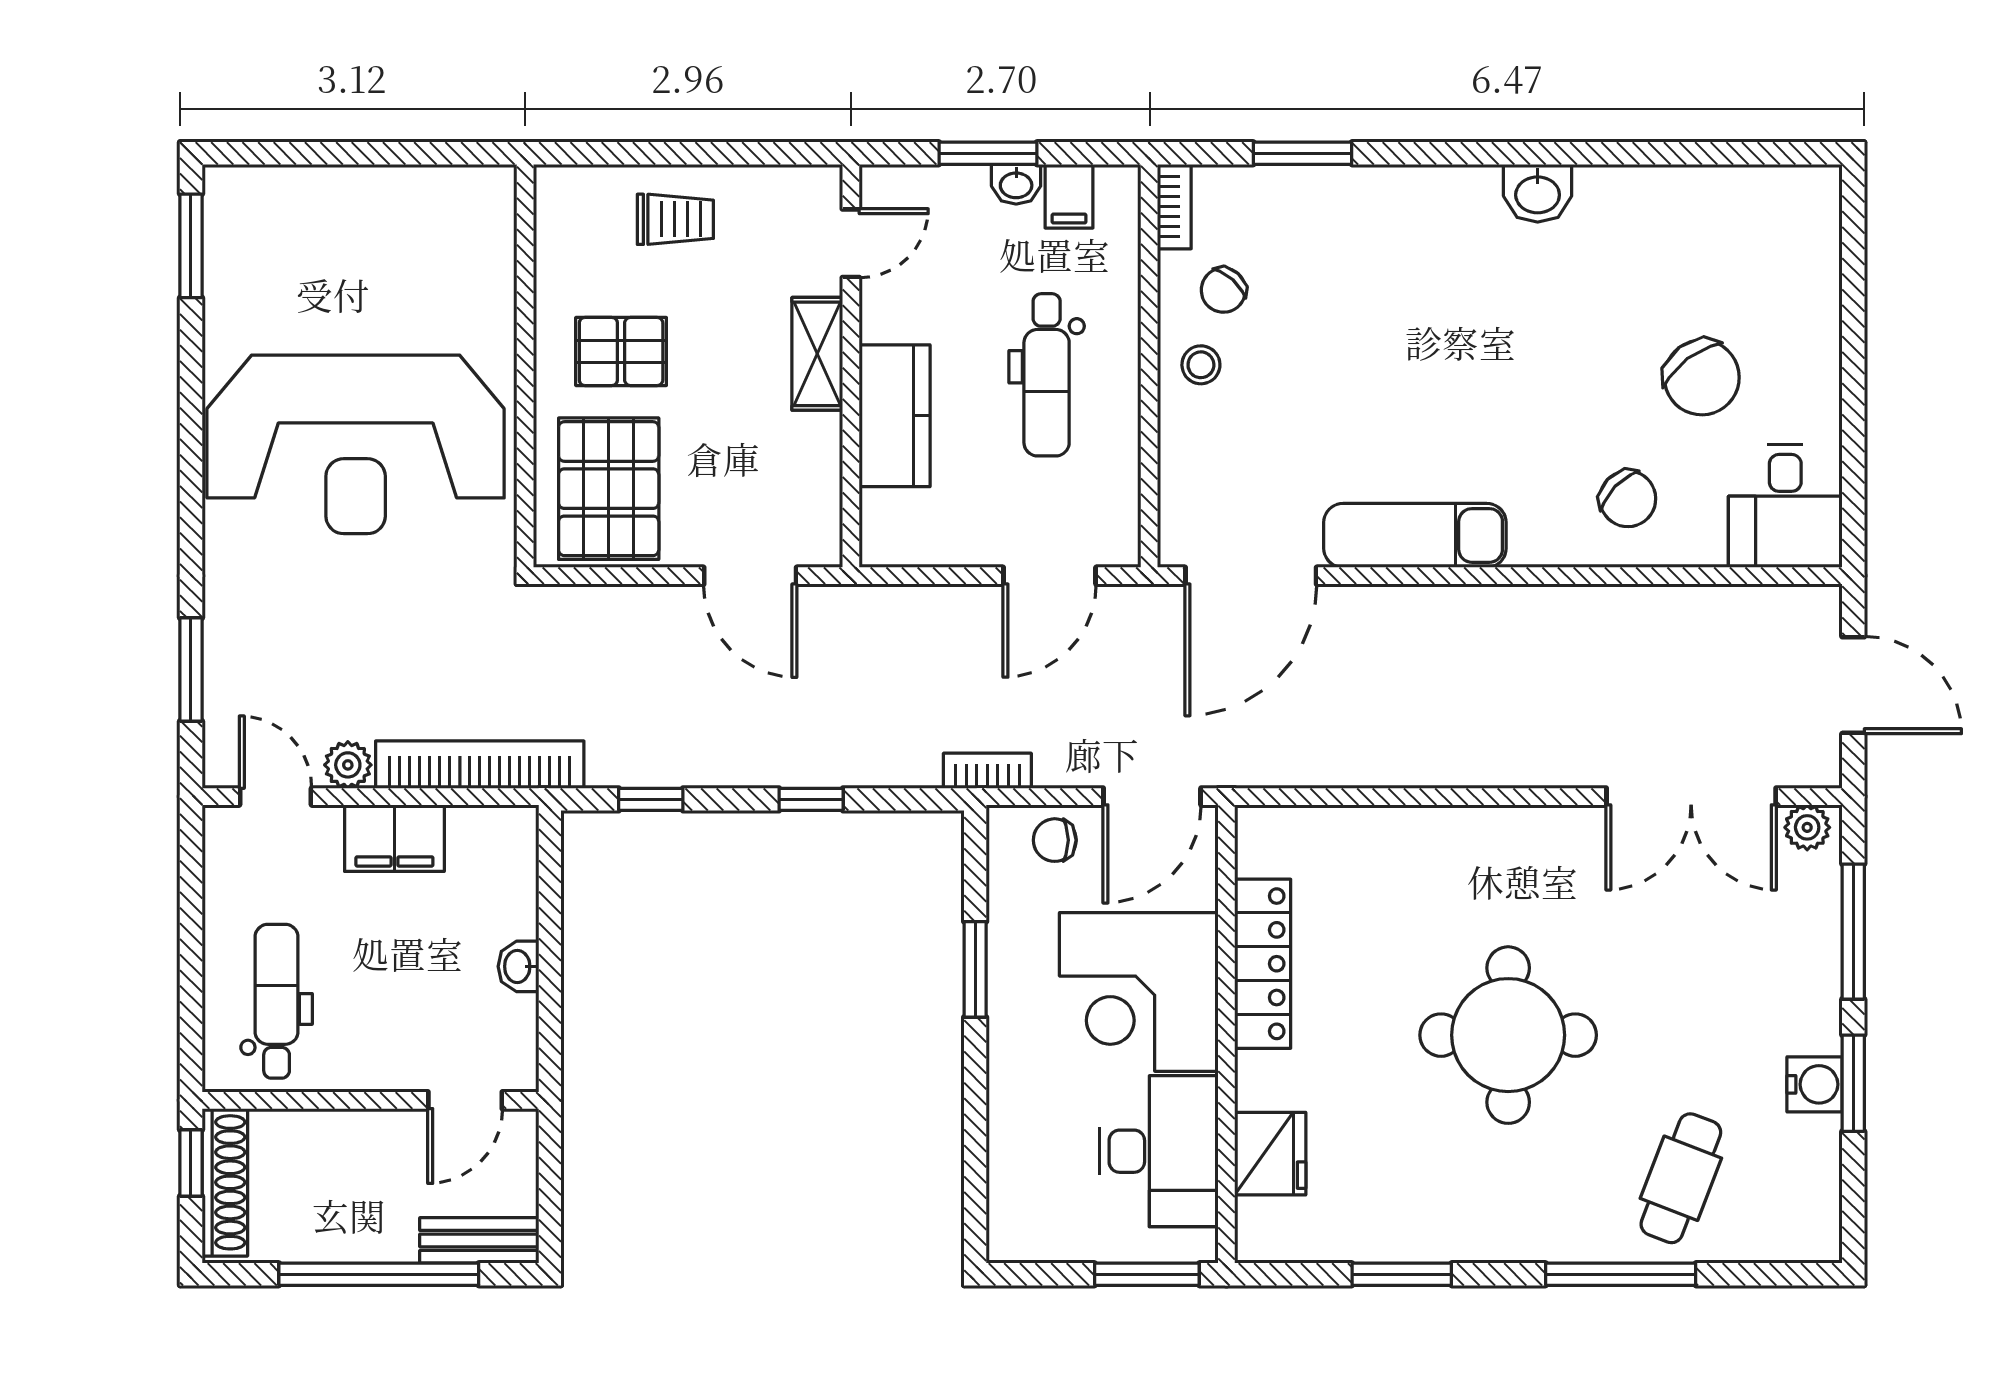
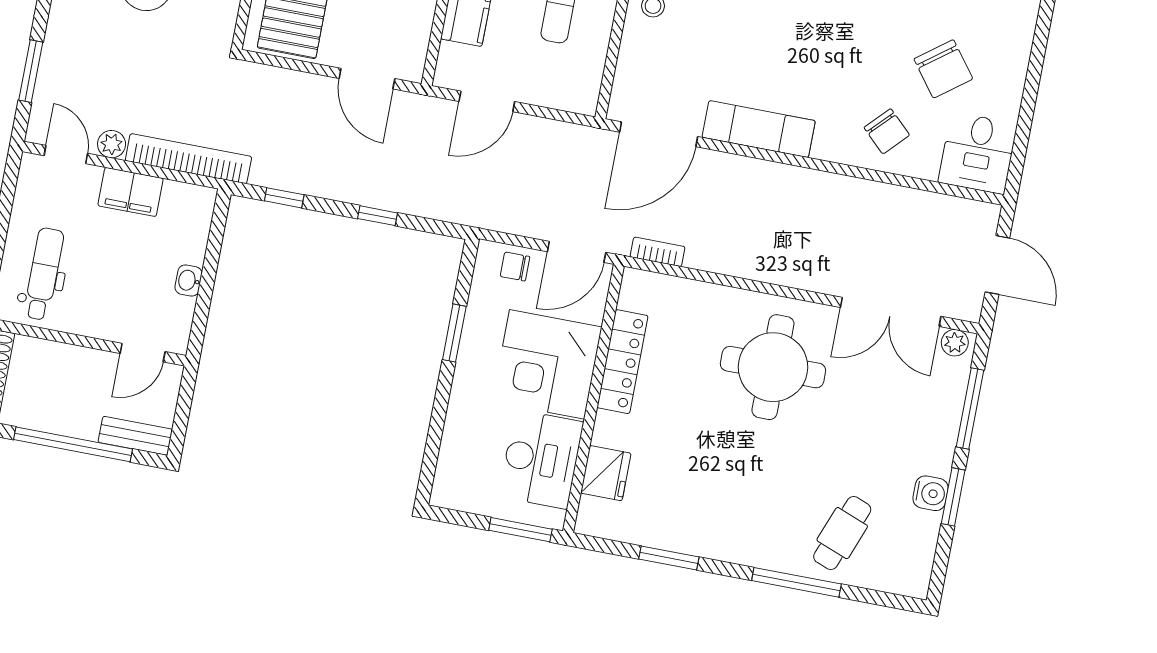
door: (1050, 576) -> (487, 101), moved
bookcase: (987, 771) -> (658, 252), moved
round table: (1508, 1035) -> (773, 367), moved

